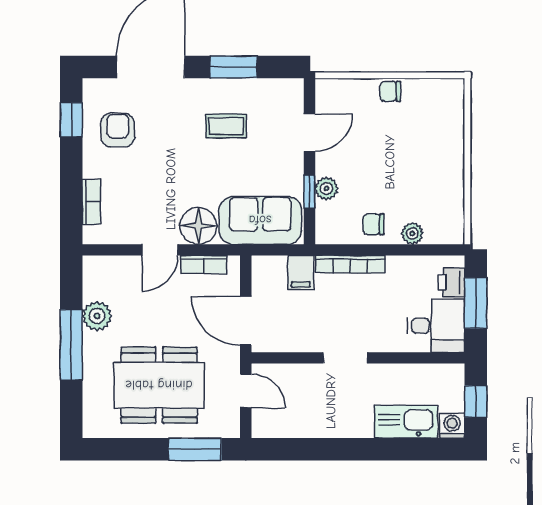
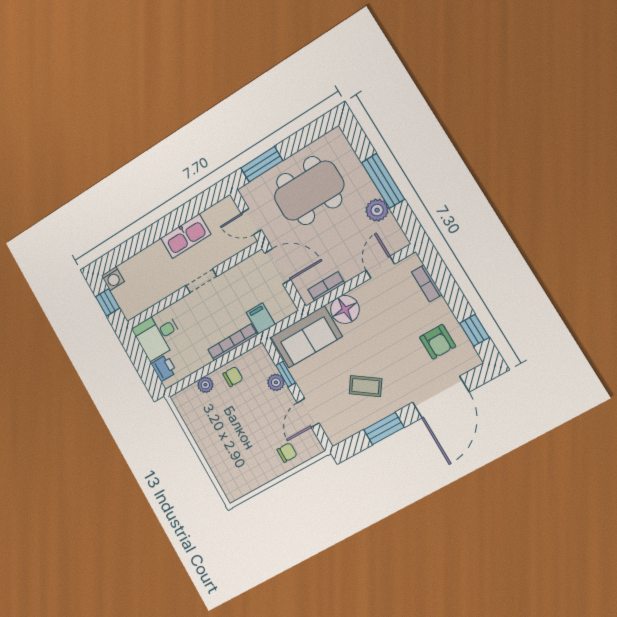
chair: (390, 91) -> (287, 453), moved
coffee table: (226, 126) -> (366, 386), turned 35
door: (160, 250) -> (380, 267), moved
window: (476, 303) -> (142, 363), removed
kitchen sink: (406, 422) -> (186, 236), moved

